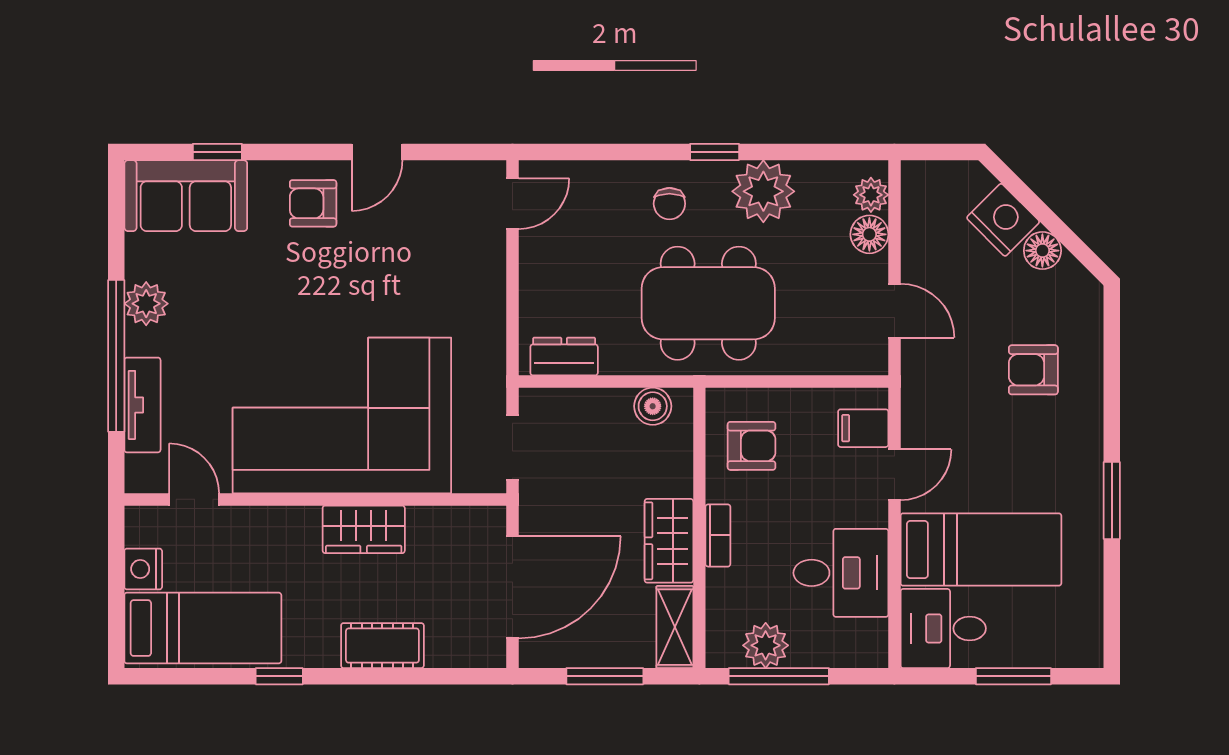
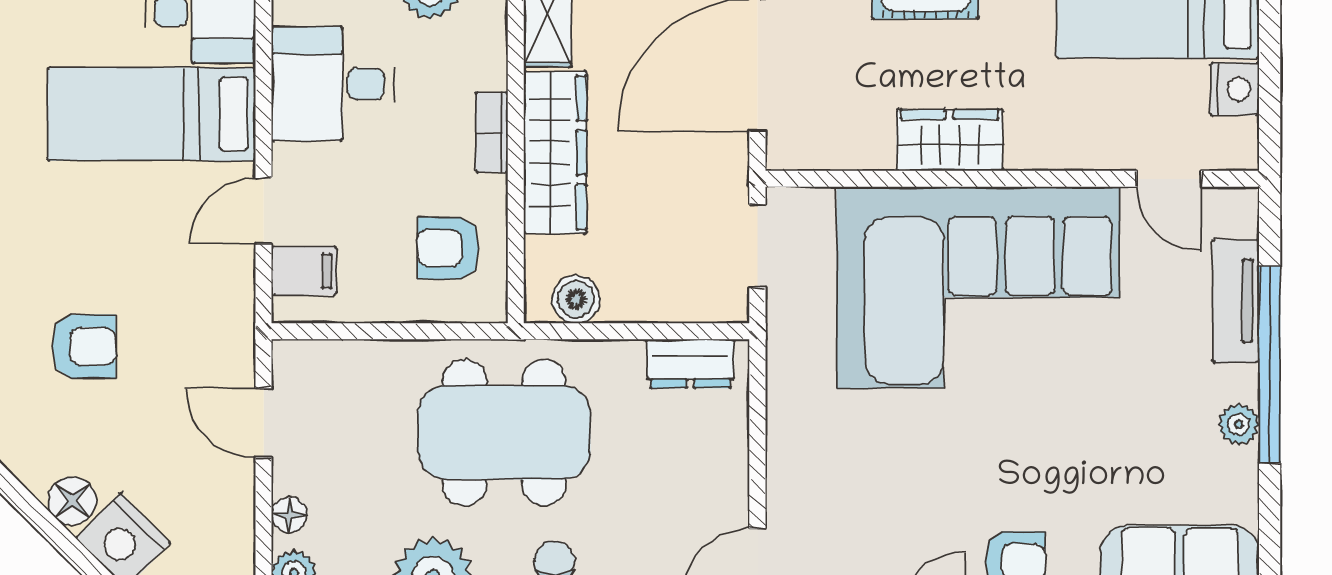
floor lamp: (869, 234) -> (289, 515), width x0.73, depth x0.73
plant: (146, 304) -> (1239, 424), width x0.73, depth x0.73
wardrobe: (669, 541) -> (555, 152), width x1.50

